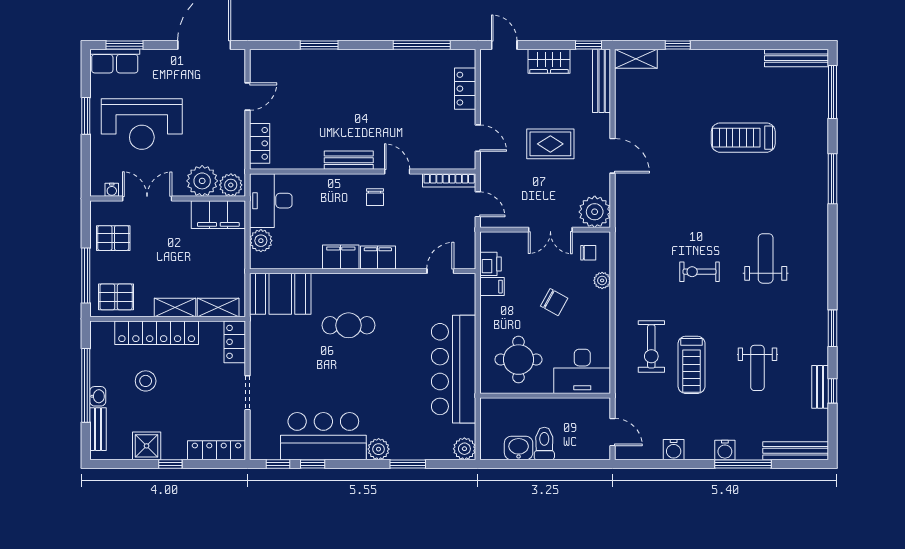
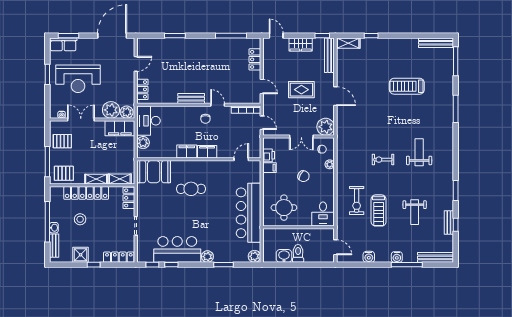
desk: (582, 371) -> (323, 214), width x0.73

